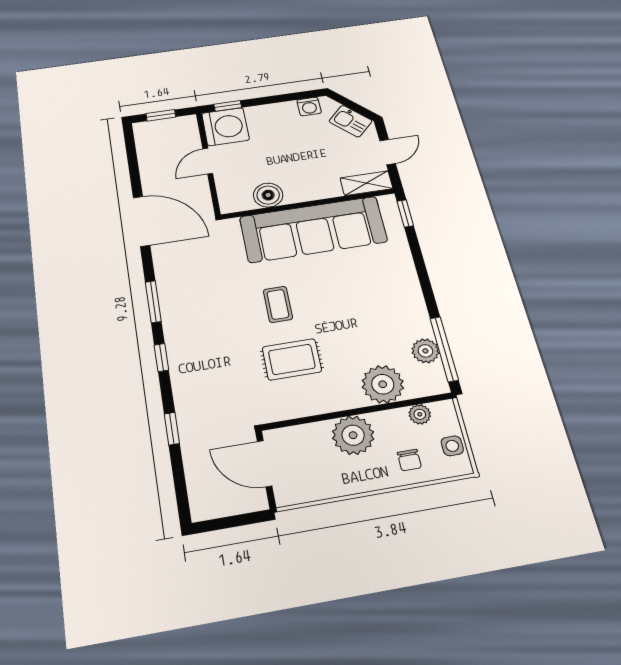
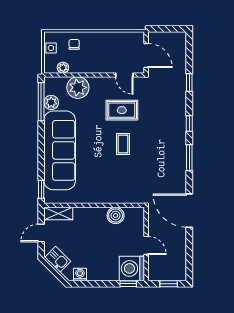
door: (208, 161) -> (146, 245), hinge flipped
sofa: (313, 229) -> (60, 150), moved, turned 90
door: (300, 421) -> (124, 75), added
plant: (353, 435) -> (99, 63), removed

